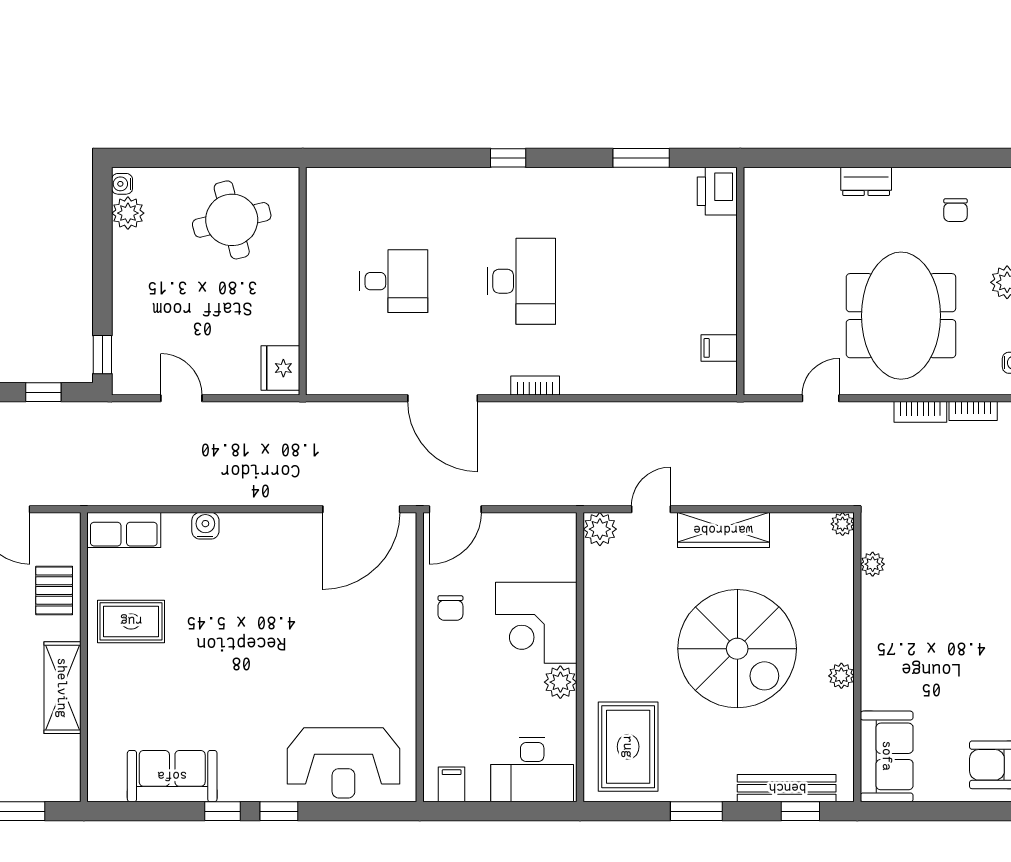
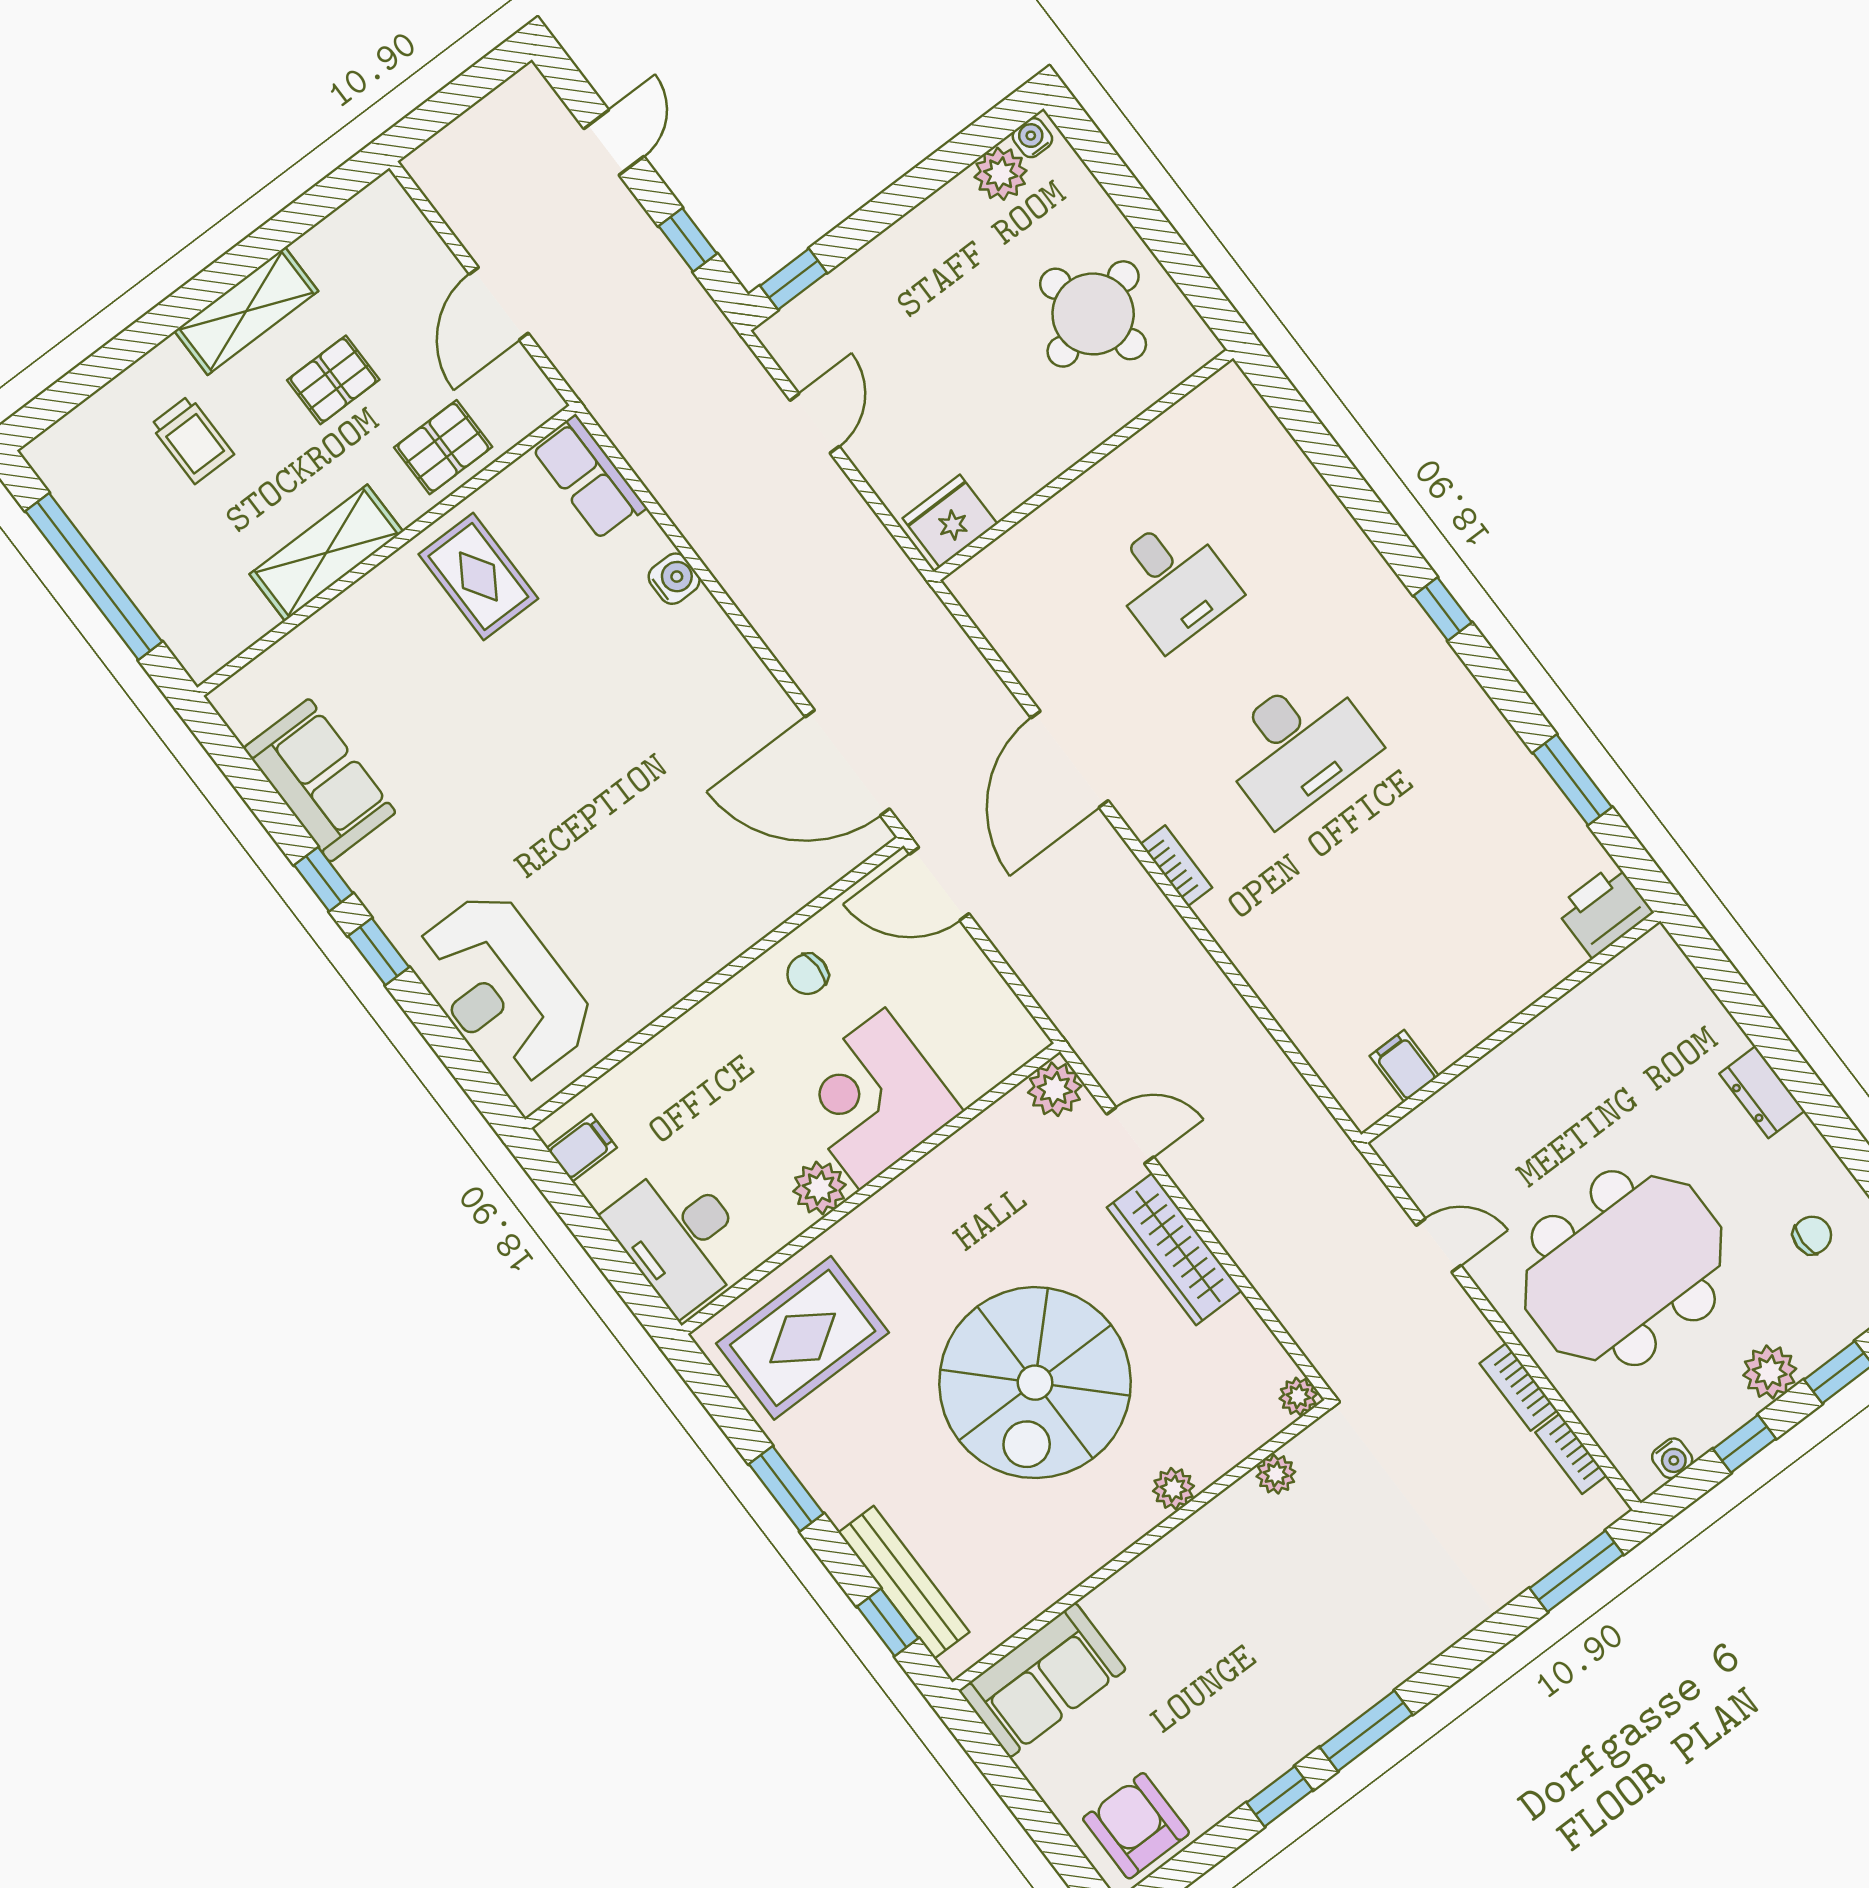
chair: (956, 210) -> (1812, 1235), turned 180
plant: (841, 676) -> (1173, 1489), moved

